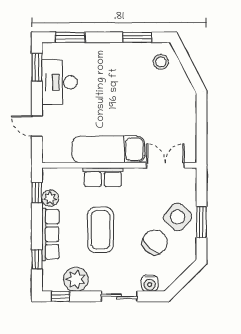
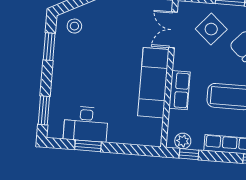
window: (37, 67) -> (88, 146), moved
door: (37, 126) -> (126, 149), removed
plant: (50, 198) -> (183, 141), moved
side table: (178, 217) -> (211, 29), moved

